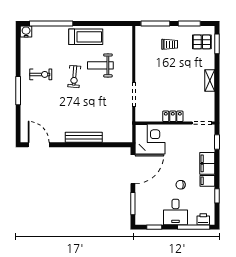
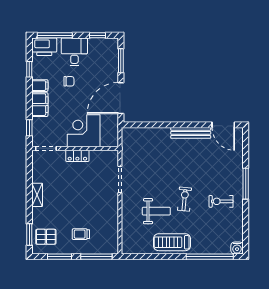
bench: (84, 137) -> (191, 133), moved
corner desk: (150, 139) -> (84, 131), moved, turned 90
printer: (203, 219) -> (44, 47), width x1.87, depth x1.48

